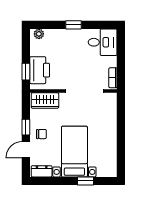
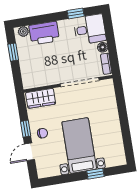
window: (74, 25) -> (76, 13), moved
floor lamp: (112, 61) -> (103, 47), added
printer: (40, 70) -> (44, 33), moved, turned 90
window: (26, 72) -> (13, 52), moved
dresser: (42, 171) -> (49, 171), removed

